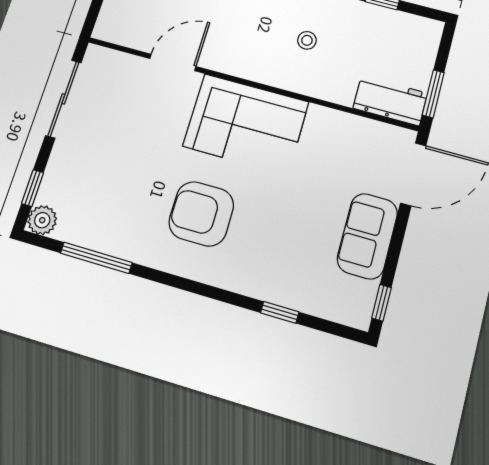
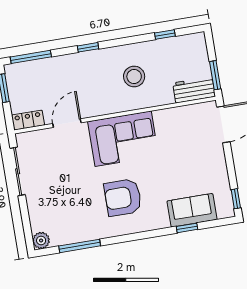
locker: (118, 32) -> (28, 120), added
stool: (307, 40) -> (134, 76), width x1.89, depth x1.89
window: (33, 188) -> (27, 226), removed
sofa: (367, 236) -> (192, 210), moved, turned 90

